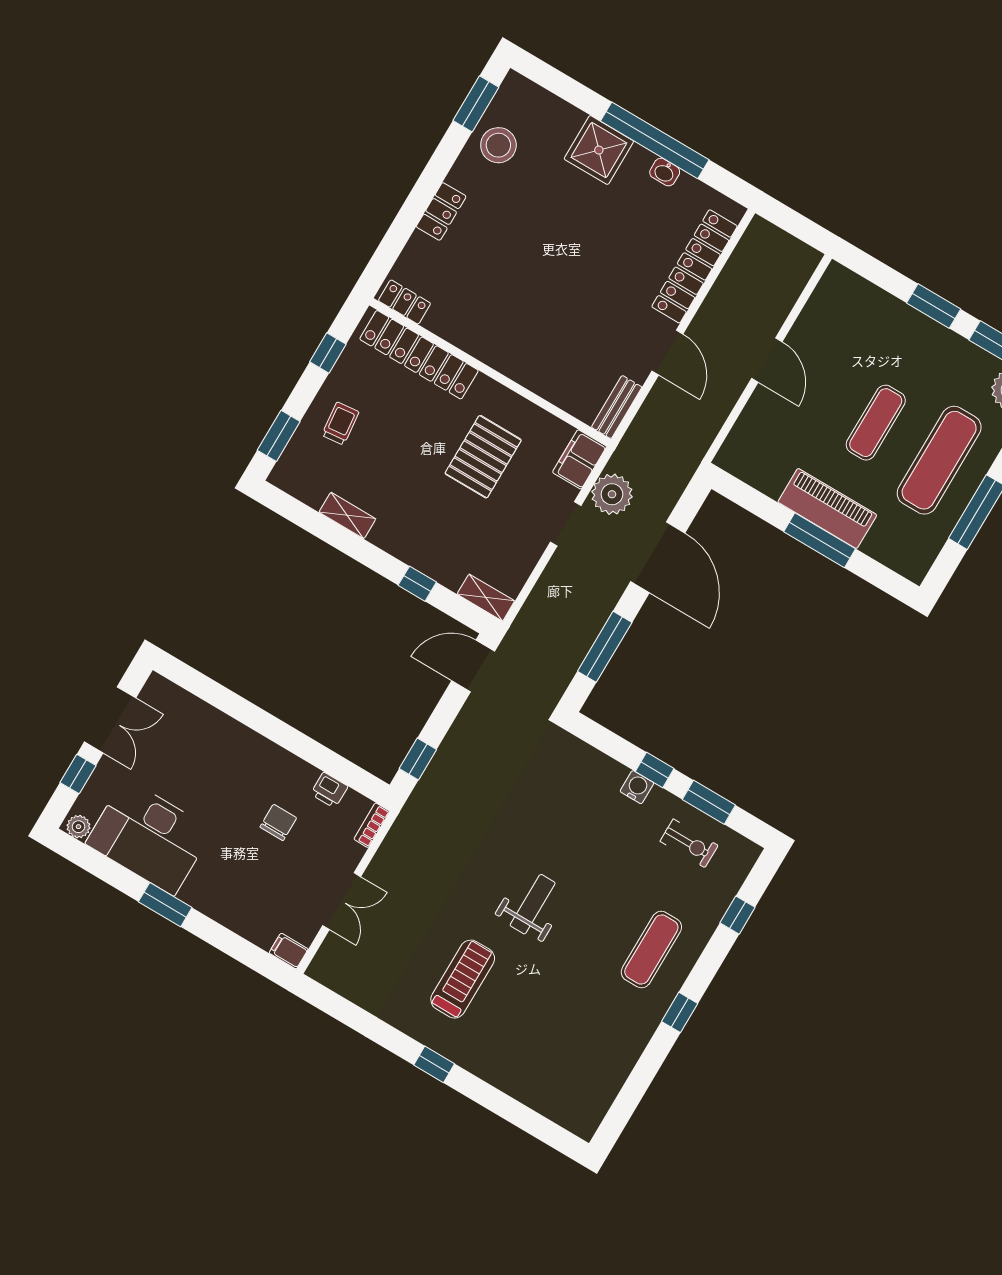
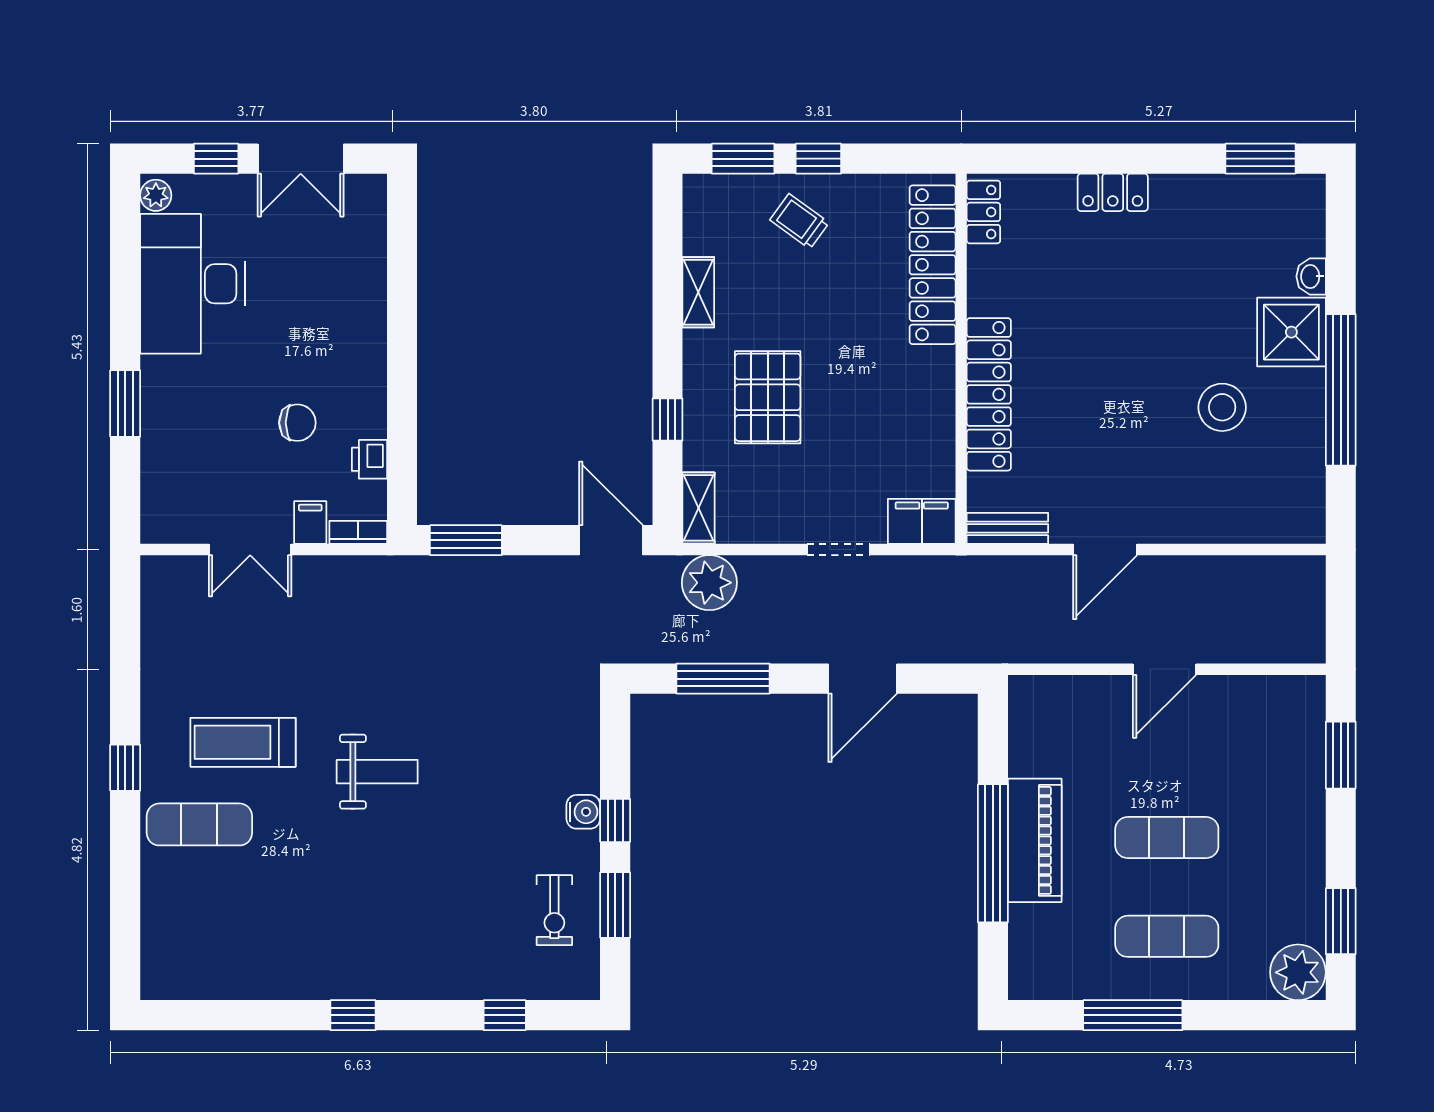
stool: (498, 145) -> (1222, 407), moved
washbasin: (665, 172) -> (1311, 276), moved
locker: (695, 266) -> (989, 394), moved, turned 90
window: (934, 306) -> (1341, 755), moved
window: (328, 353) -> (818, 159), moved
trolley: (340, 424) -> (799, 221), turned -138
pallet: (483, 457) -> (768, 397), moved, turned 90
exercise mat: (939, 460) -> (1167, 936), width x0.73, depth x0.69
plant: (612, 494) -> (709, 583), moved
window: (820, 540) -> (993, 853), width x1.46
door: (658, 557) -> (863, 679), width x0.73
window: (418, 759) -> (466, 540), width x1.50
window: (165, 905) -> (125, 404), moved
exercise mat: (651, 950) -> (199, 824), moved
filing cabinet: (289, 951) -> (310, 523), moved
treadmill: (463, 979) -> (243, 742), turned 180

